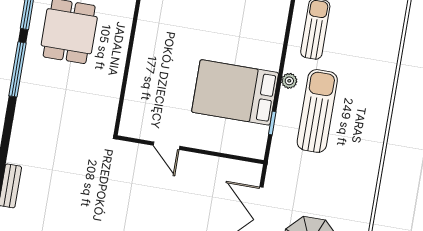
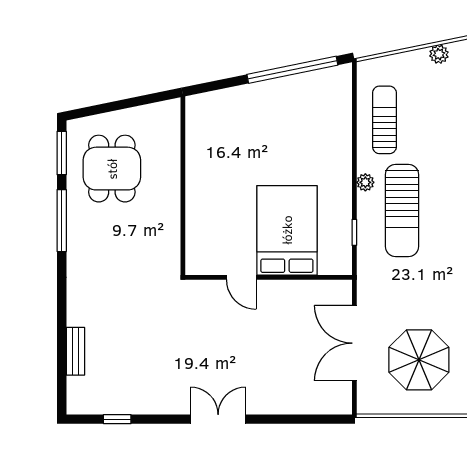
bed: (235, 92) -> (287, 230), moved, turned 90
sun lounger: (317, 111) -> (402, 210), turned 180

